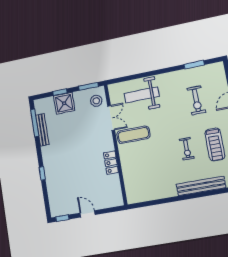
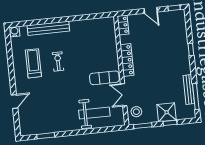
exercise bike: (196, 100) -> (46, 104), removed
locker: (111, 163) -> (127, 60), width x1.53
locker: (117, 195) -> (123, 25), added

